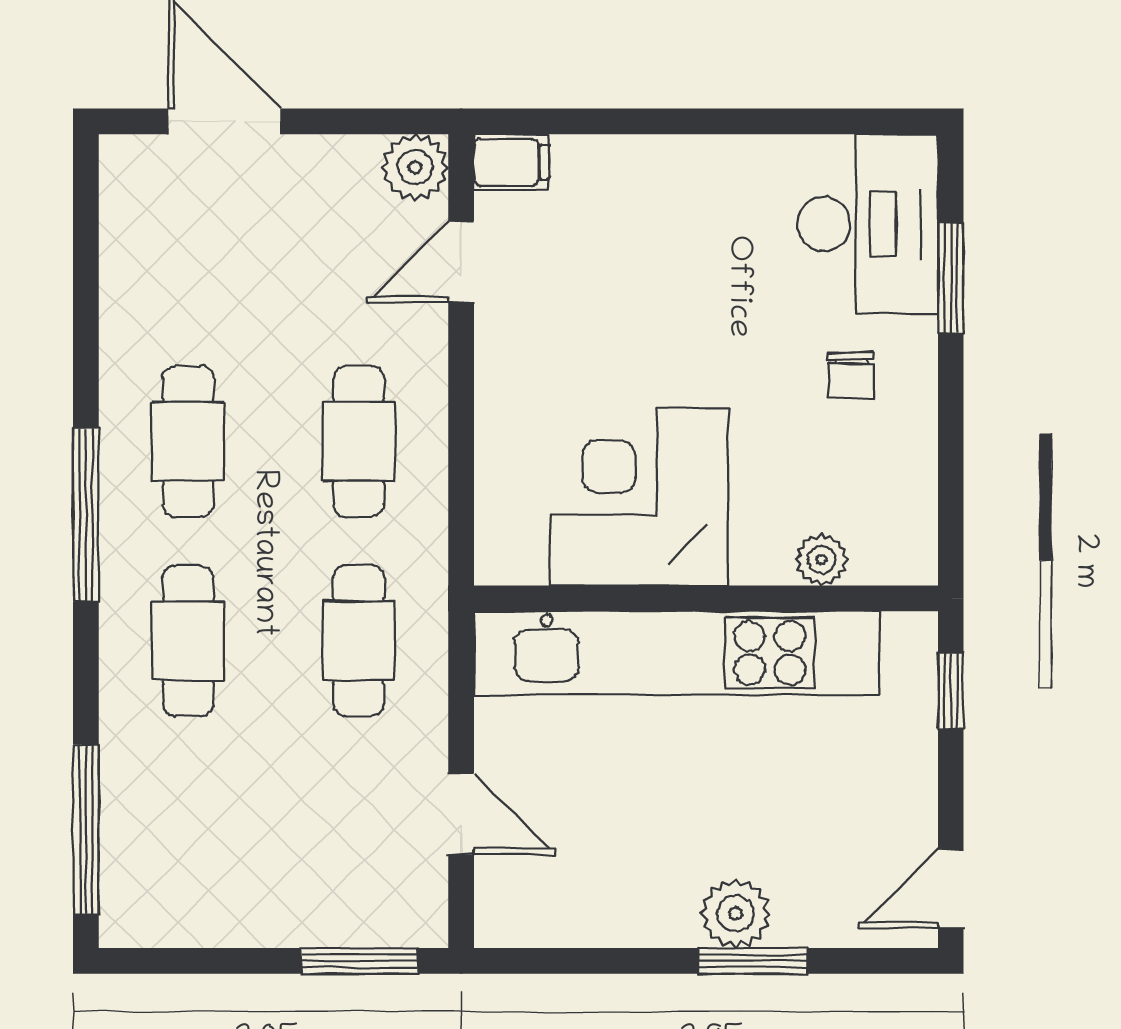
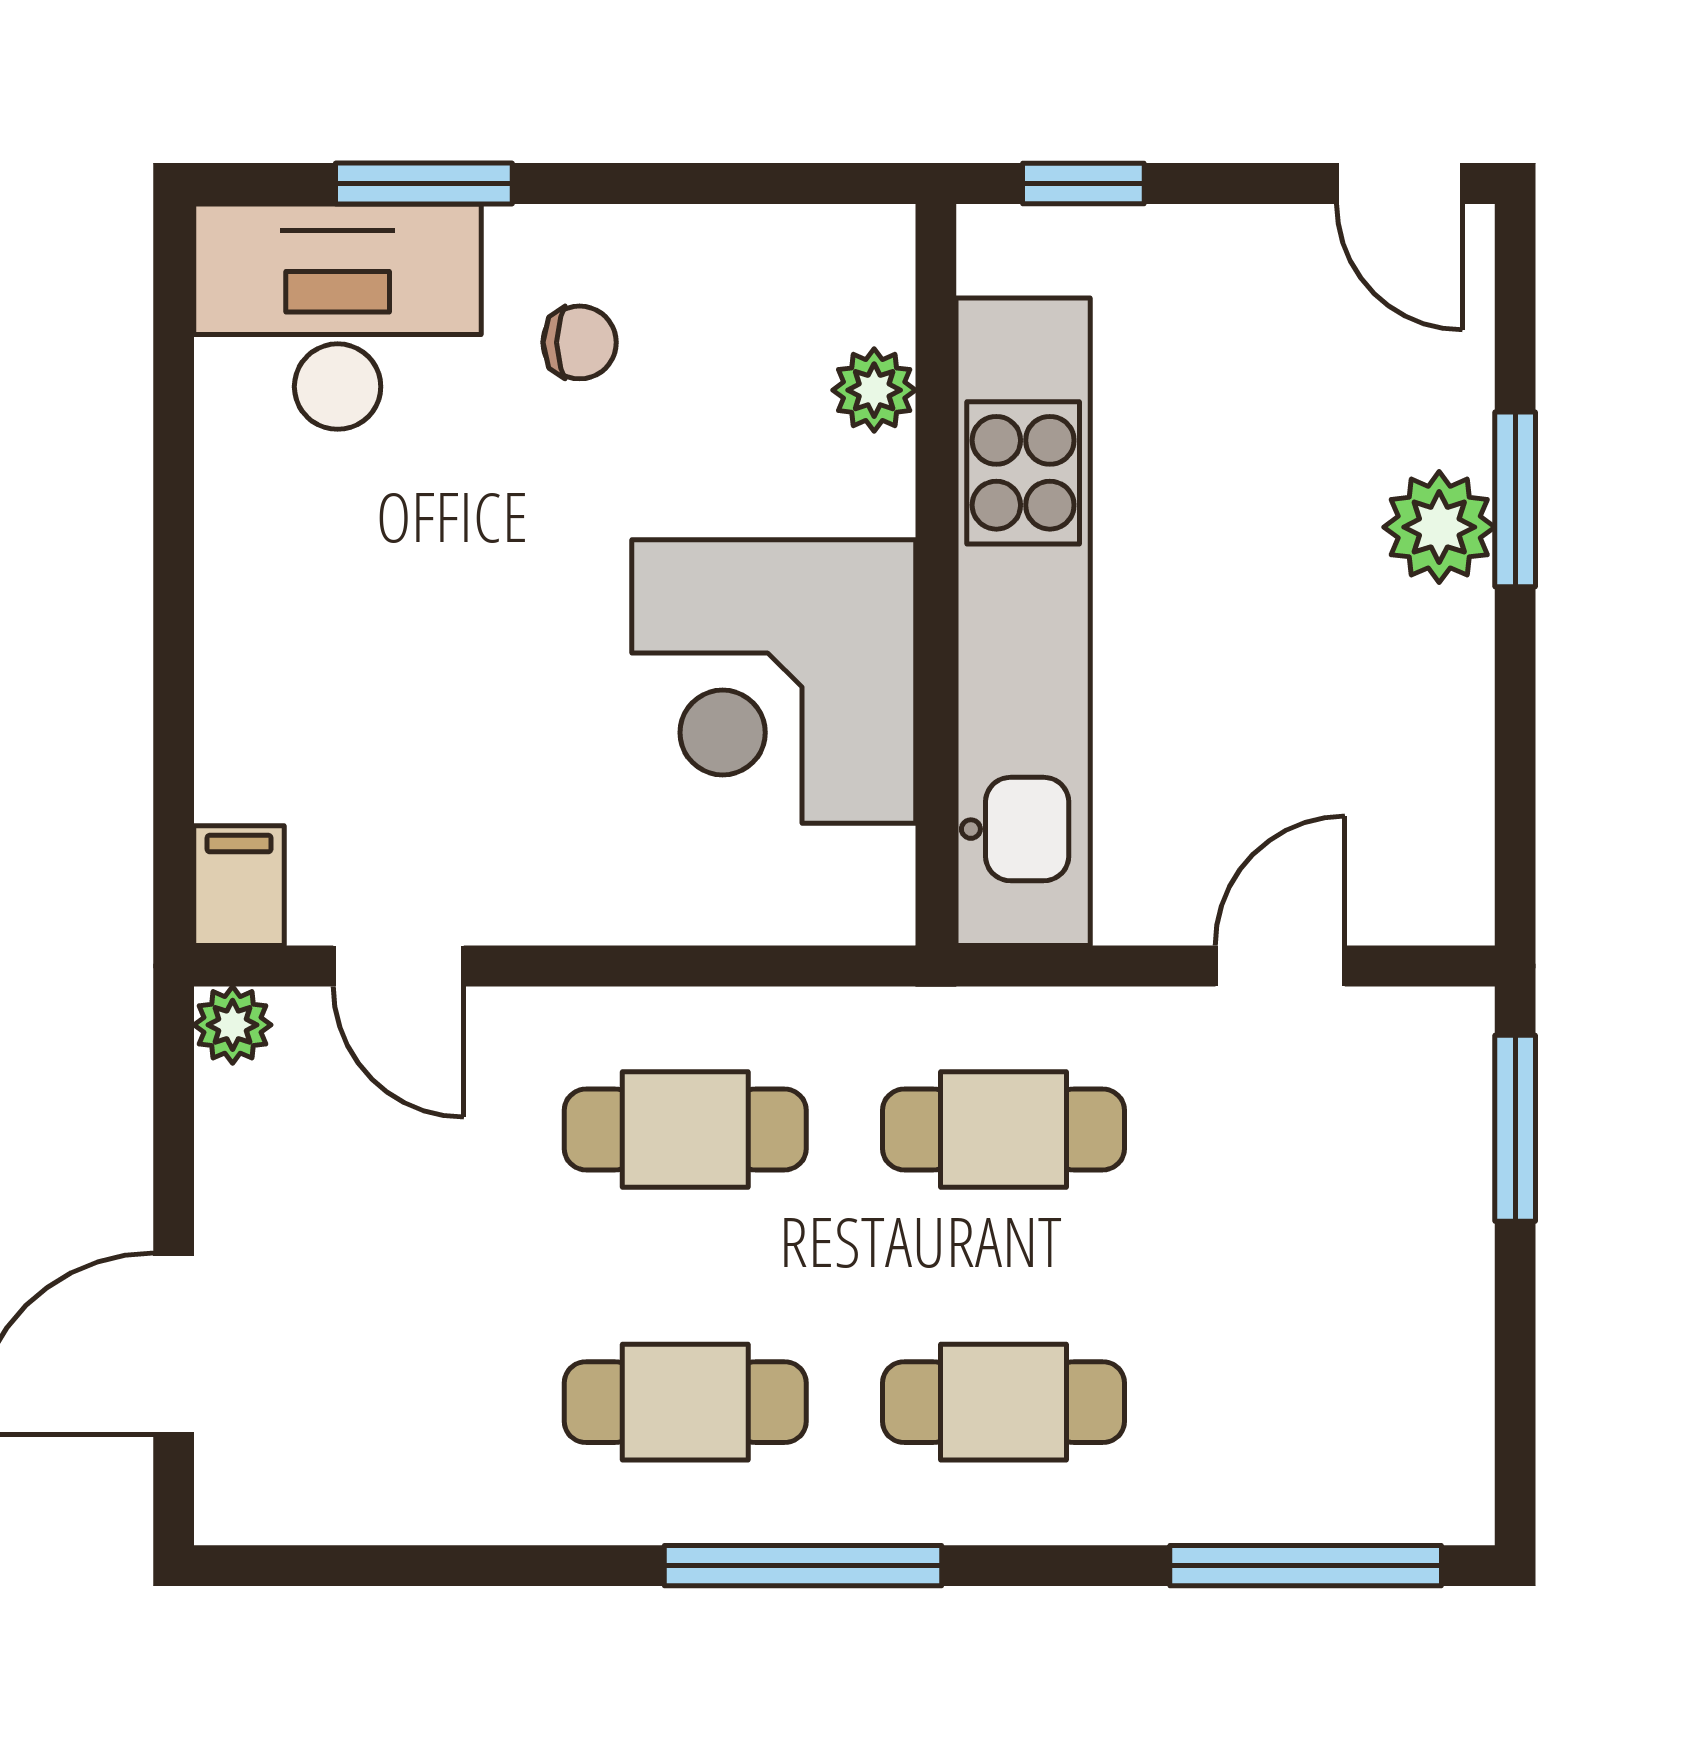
plant: (415, 167) -> (233, 1025), width x0.73, depth x0.73

